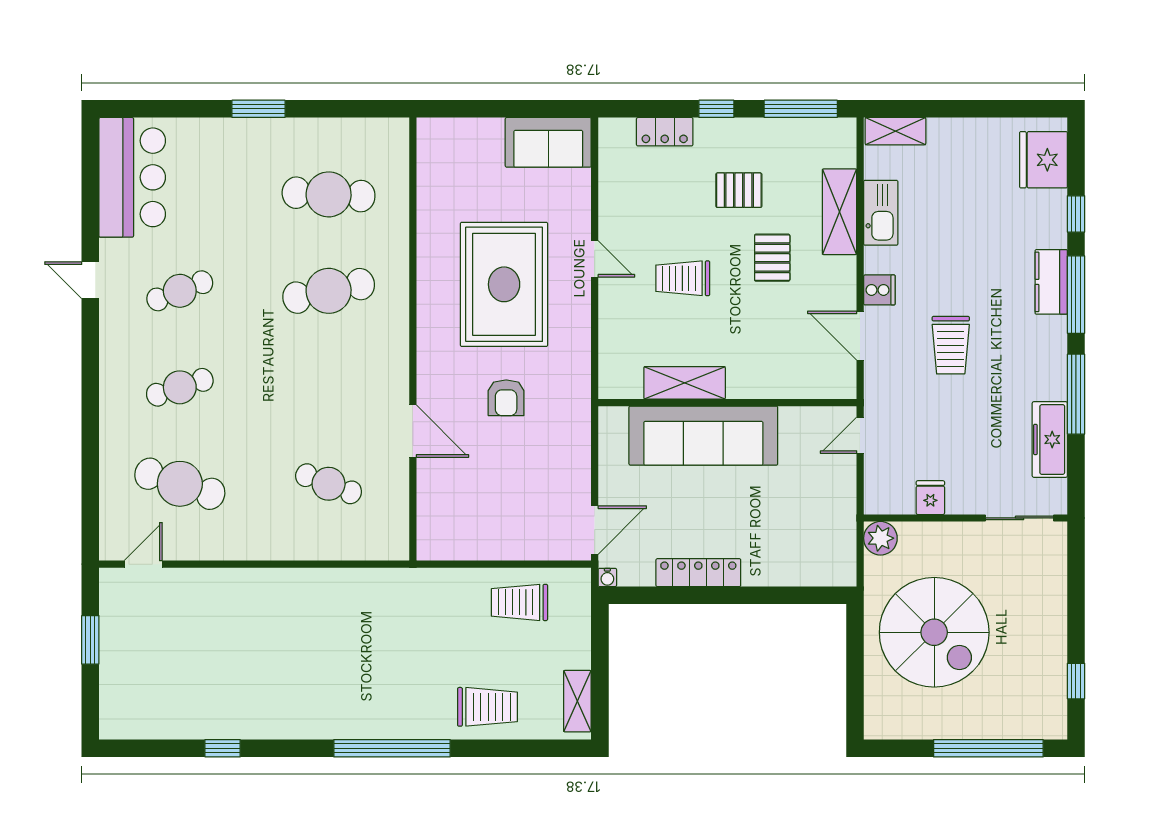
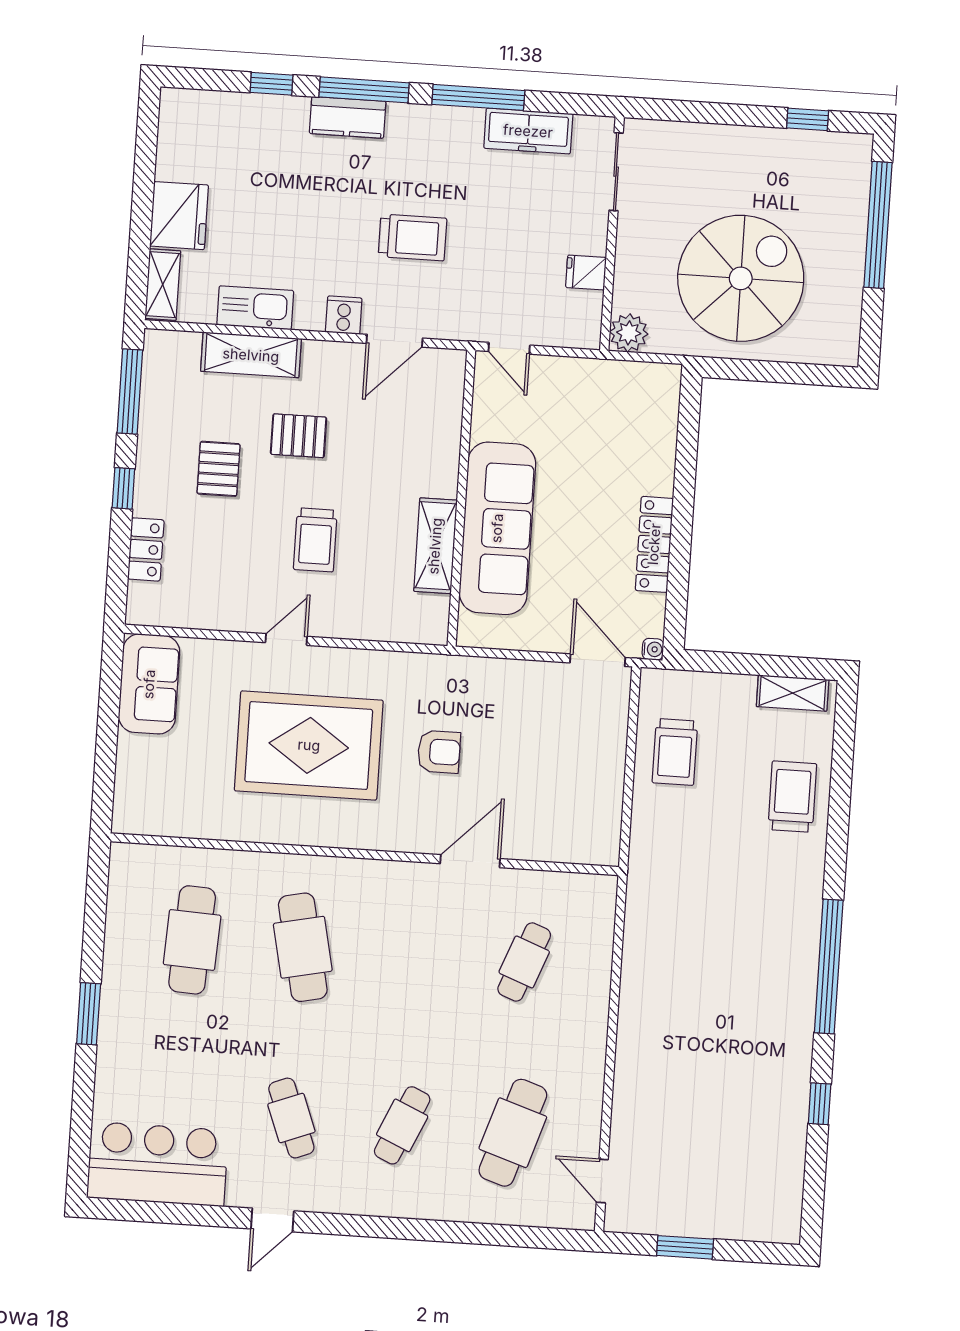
fridge: (1043, 160) -> (179, 216), moved, turned -90
cafe table: (180, 387) -> (402, 1125), turned 42
window: (392, 748) -> (829, 967), moved

